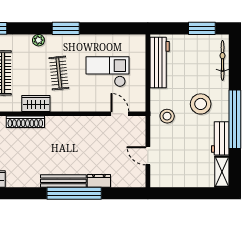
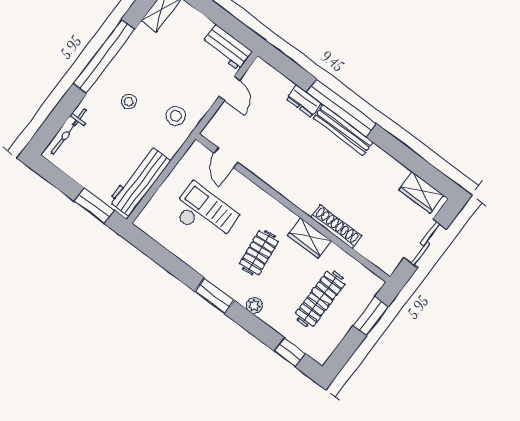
window: (202, 28) -> (94, 206), moved
checkout: (107, 72) -> (205, 214), turned 180
stool: (201, 104) -> (129, 102), width x0.53, depth x0.53
workbench: (220, 138) -> (227, 47), moved, turned 90

